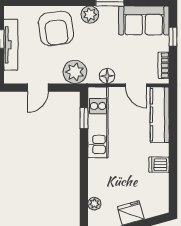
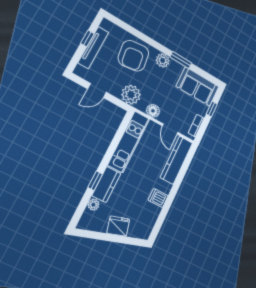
window: (84, 118) -> (95, 181), moved
kitchen counter: (97, 178) -> (106, 184), added

